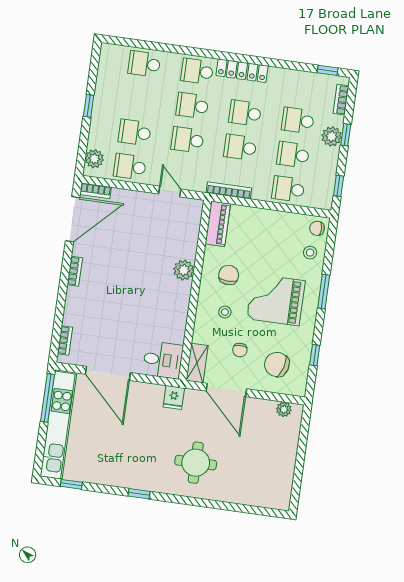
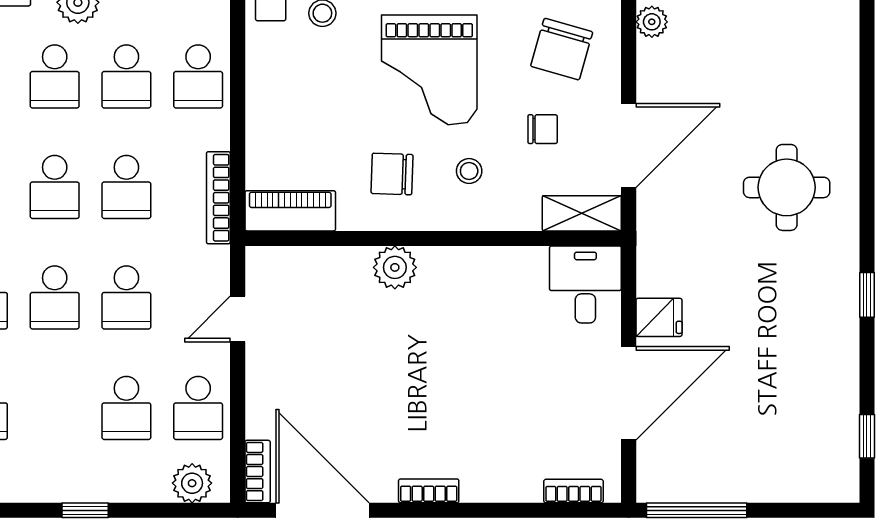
fridge: (174, 397) -> (659, 317), moved
kitchen unit: (58, 425) -> (749, 480), removed

